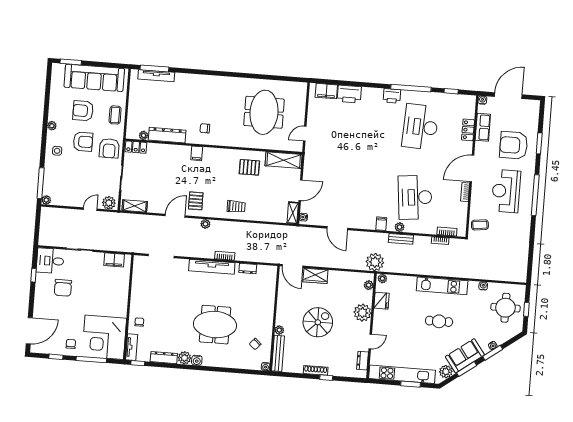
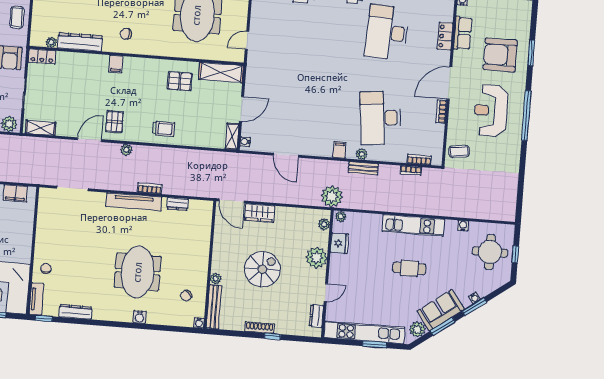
meeting table: (215, 325) -> (138, 272), turned 90
plant: (185, 358) -> (101, 312), removed
water cooler: (197, 360) -> (140, 317), moved

